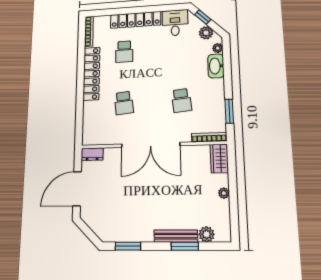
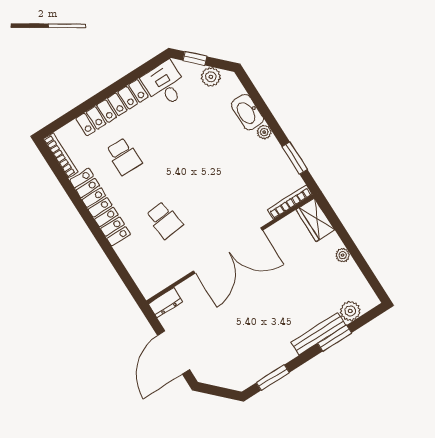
plant: (218, 48) -> (264, 132), moved
school desk: (181, 100) -> (232, 177), removed

